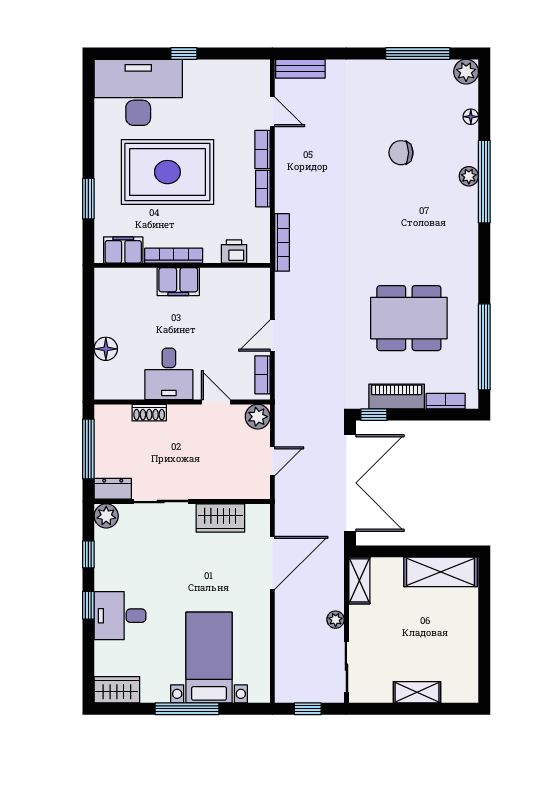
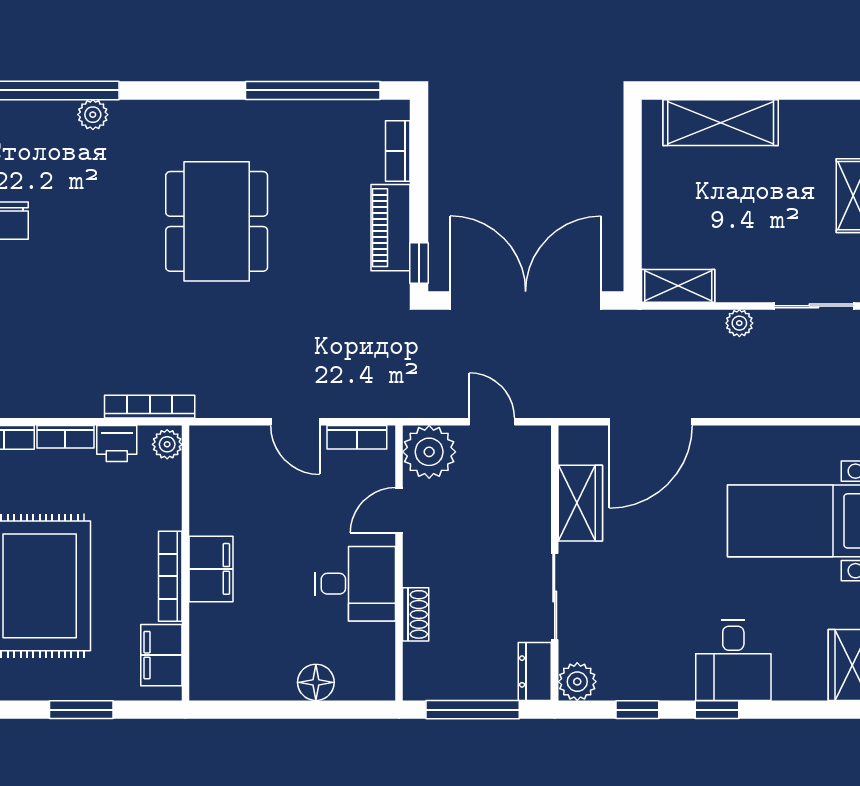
plant: (469, 176) -> (93, 115), moved
printer: (234, 251) -> (117, 443), moved, turned -90
plant: (258, 254) -> (167, 444), added
dining table: (409, 318) -> (217, 221), moved
plant: (258, 417) -> (429, 452), width x1.36, depth x1.36
door: (272, 563) -> (651, 422), swing flipped
shelving: (441, 572) -> (721, 123), moved, turned 90

